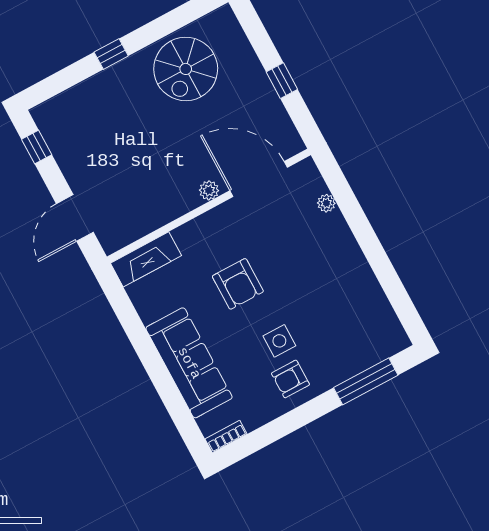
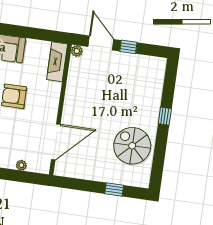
window: (282, 81) -> (114, 189), moved
window: (37, 147) -> (128, 47), moved
plant: (209, 190) -> (77, 51), moved

